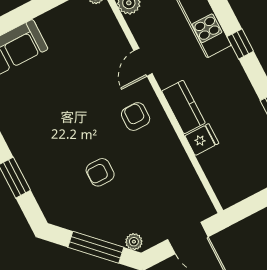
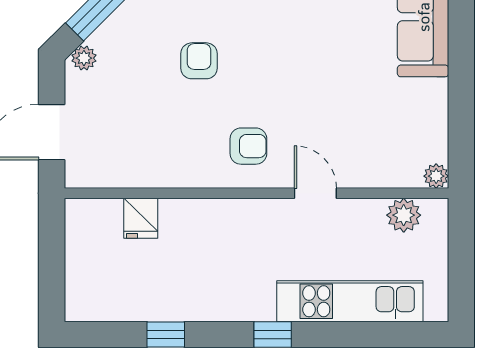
kitchen counter: (184, 107) -> (228, 216), removed
fridge: (202, 140) -> (141, 218), moved

